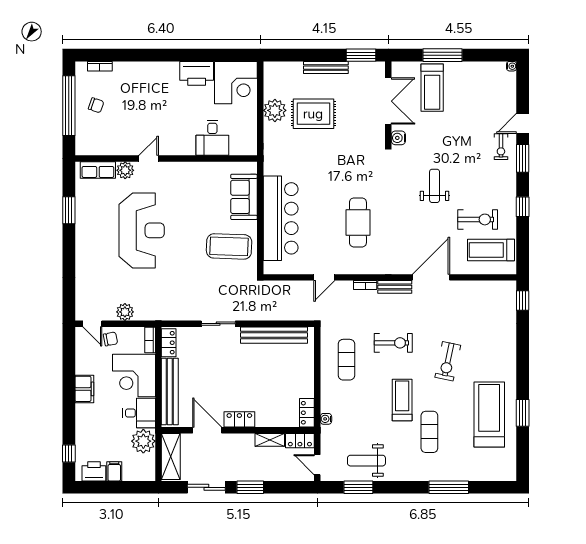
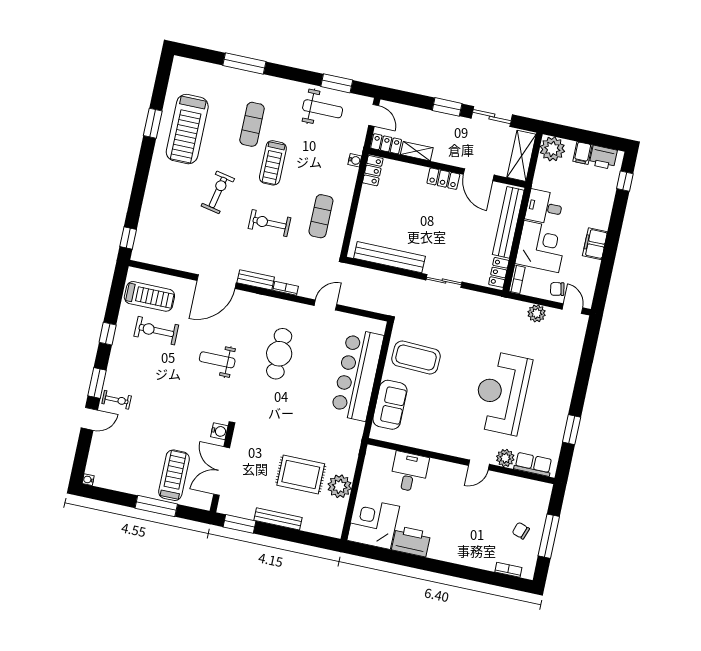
window: (69, 106) -> (549, 536), width x0.68
exercise bike: (501, 147) -> (117, 400), turned 90
weight bench: (435, 186) -> (217, 360), moved, turned 90
plant: (143, 441) -> (552, 149), moved

